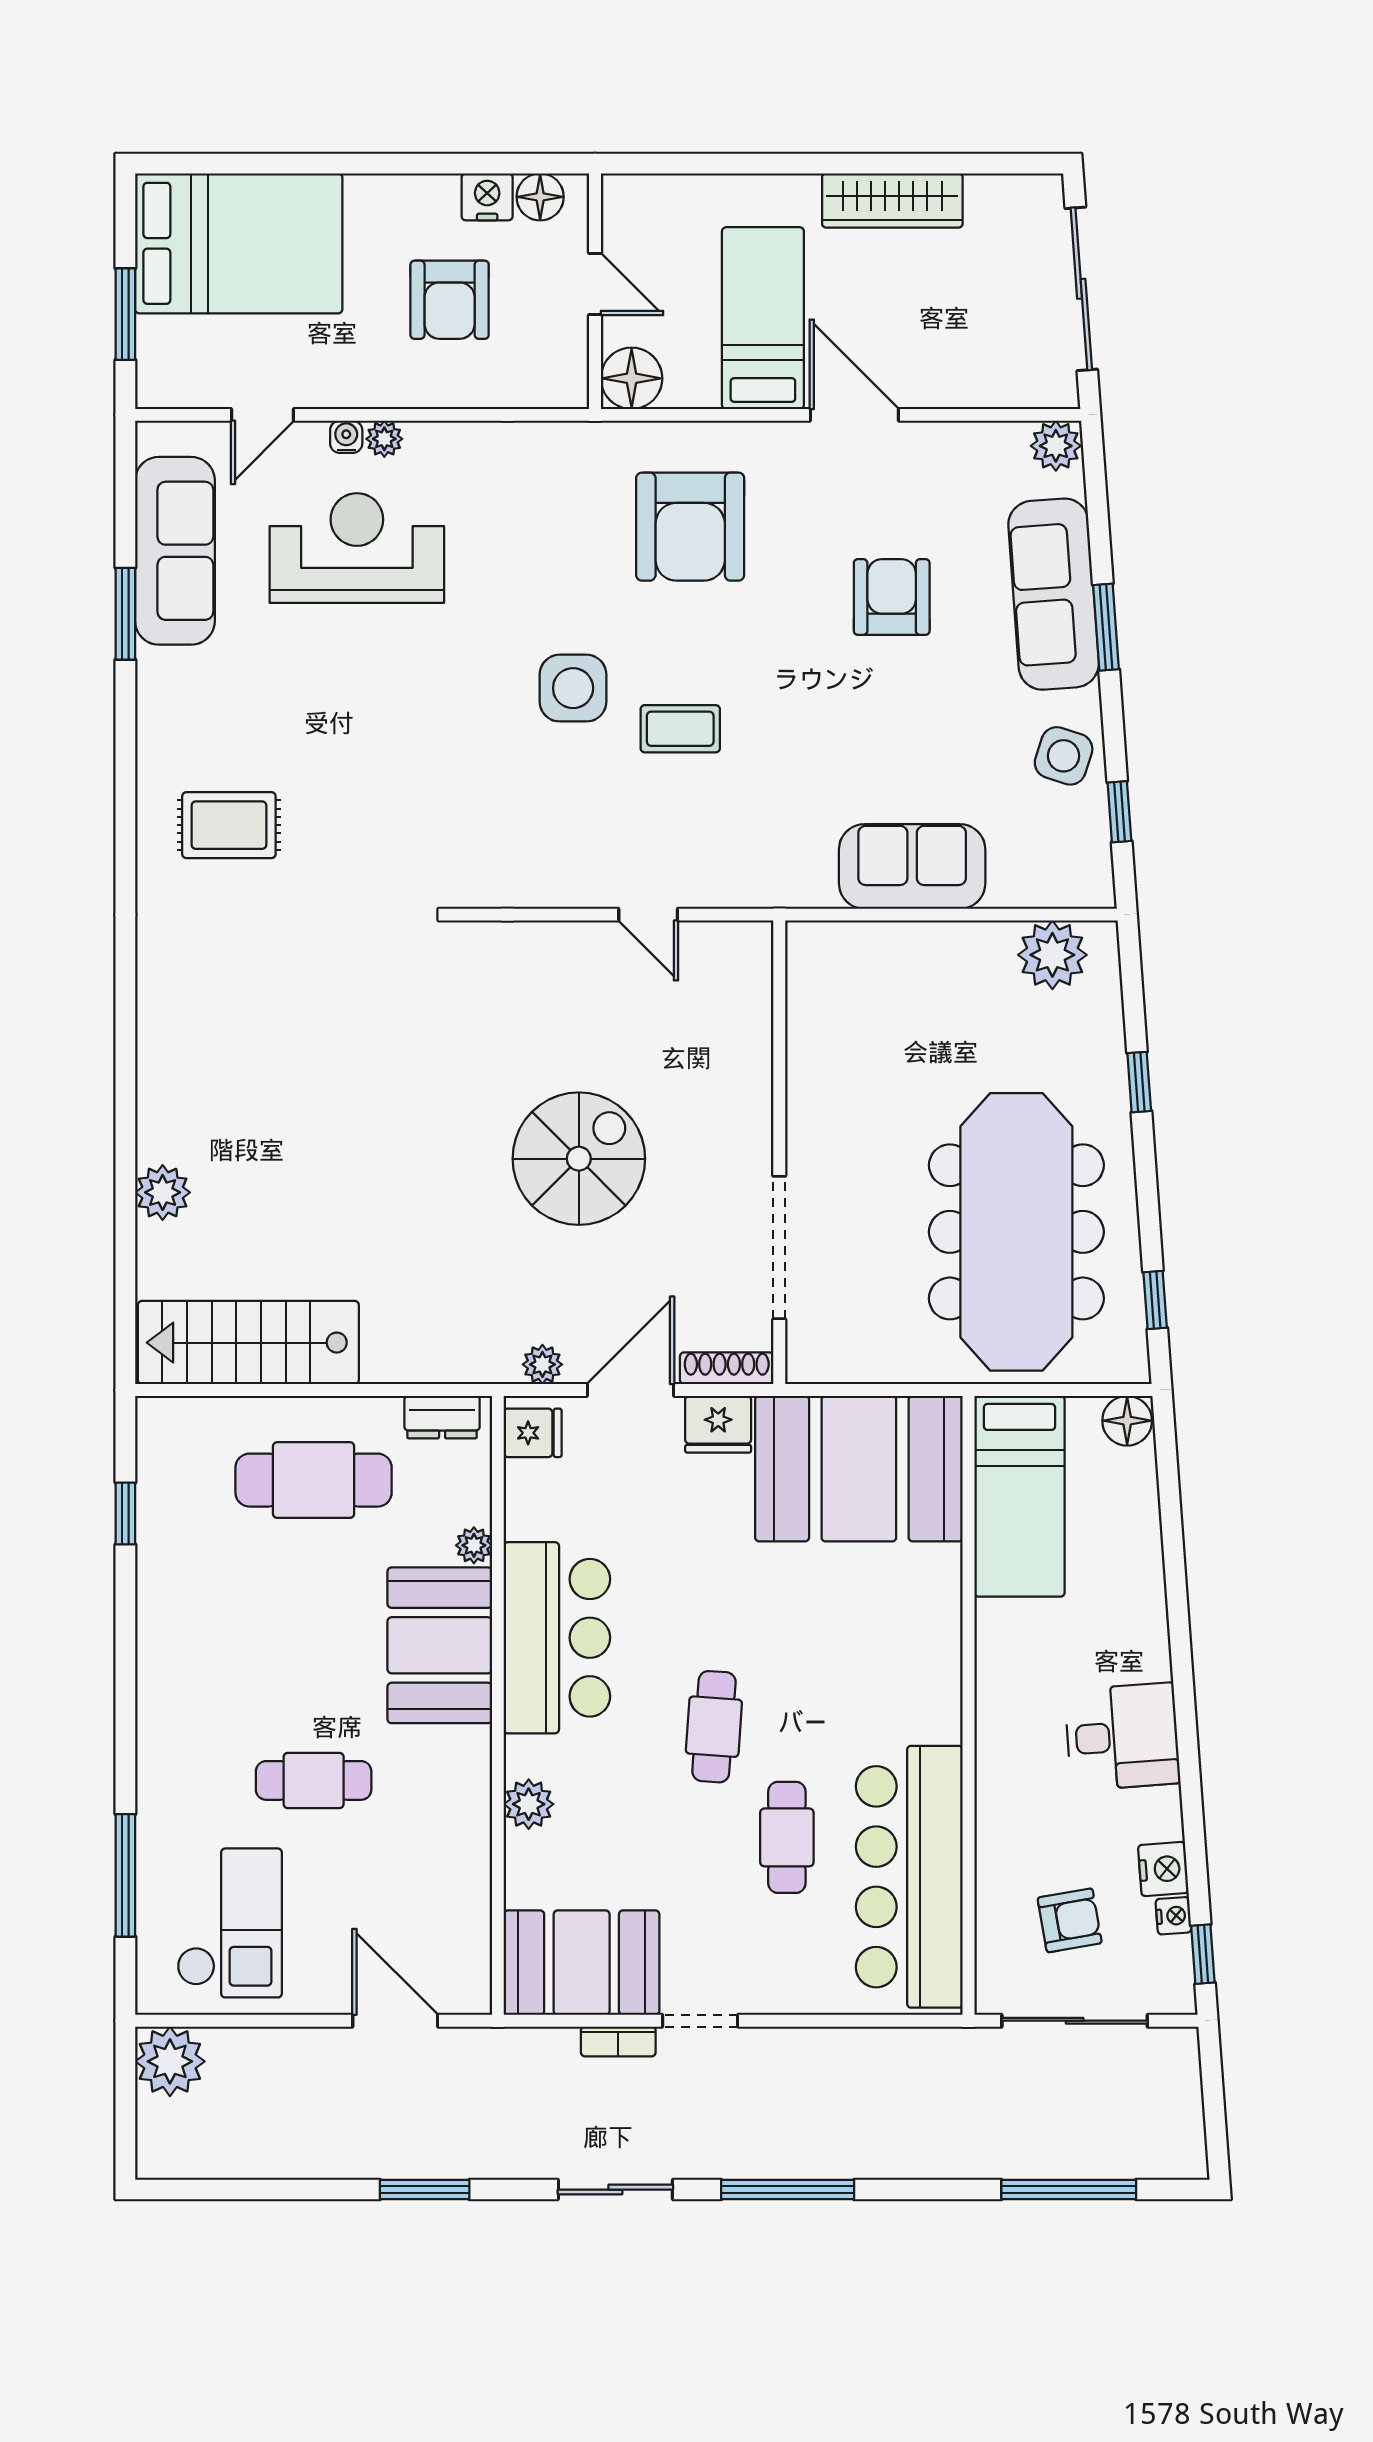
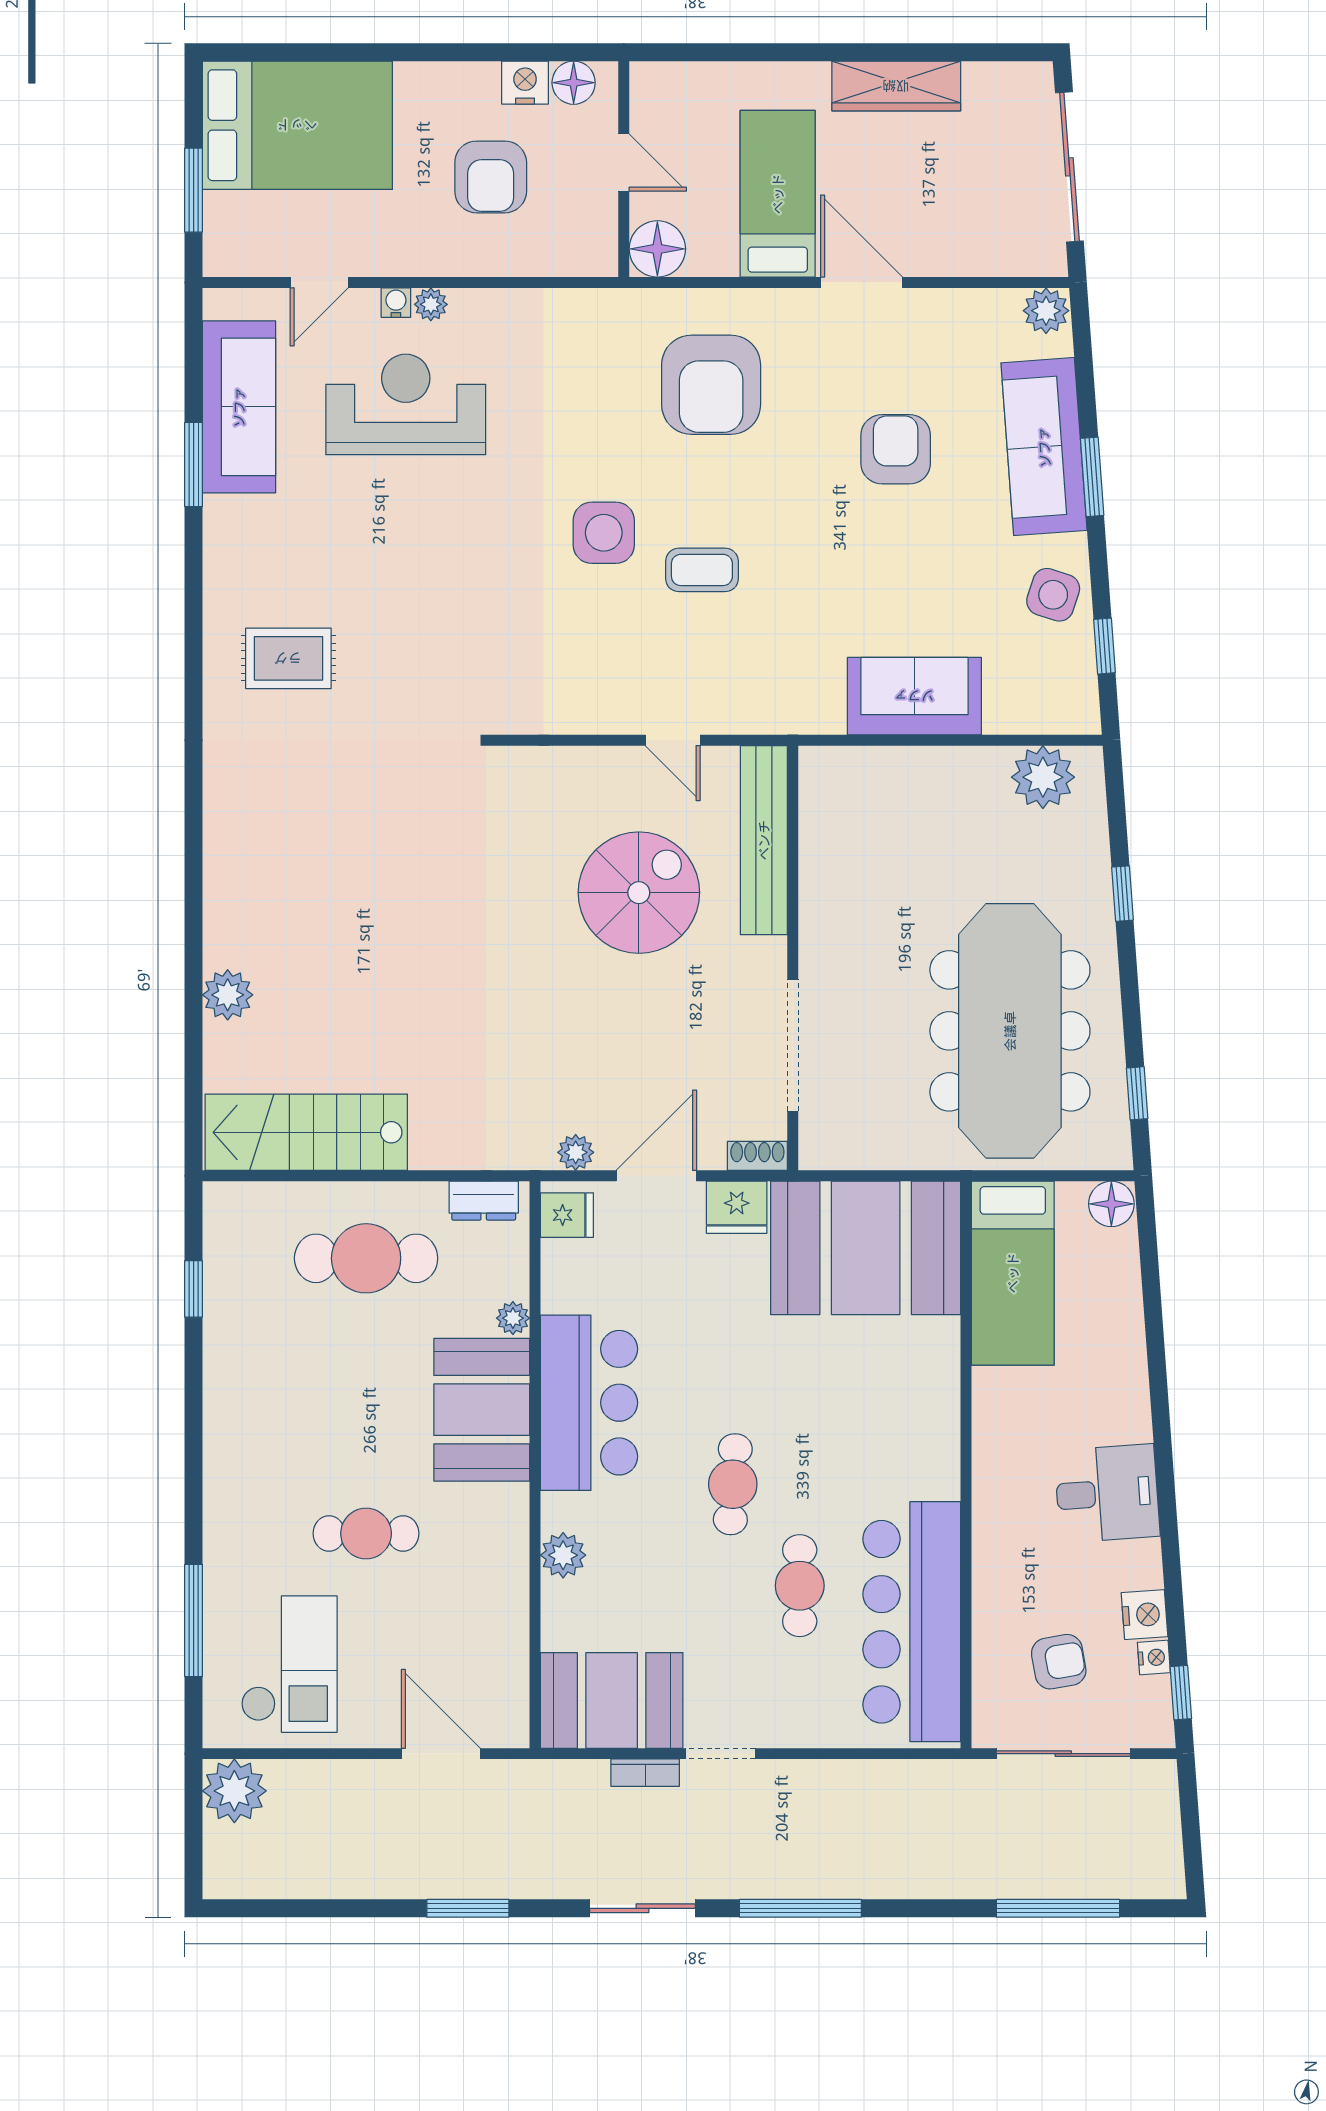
bench: (748, 1024) -> (764, 840), added
spiral stairs: (579, 1159) -> (639, 893), moved
shoe rack: (727, 1368) -> (757, 1156), width x0.70

